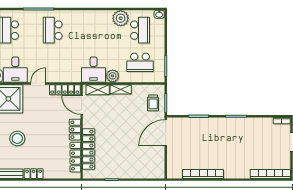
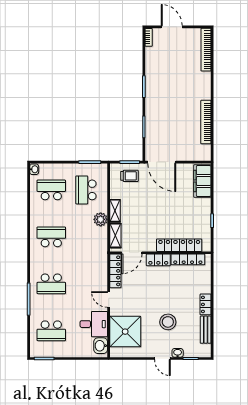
plant: (121, 18) -> (38, 211), removed
school desk: (96, 30) -> (51, 237), added
school desk: (140, 62) -> (86, 190), turned 180
desk: (93, 70) -> (94, 240), removed
filing cabinet: (148, 171) -> (202, 181), added

